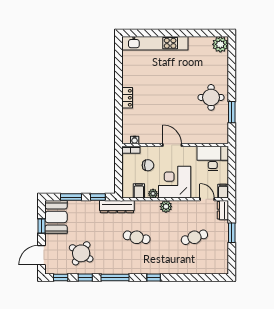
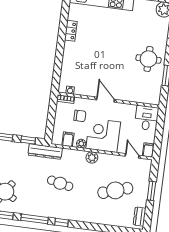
locker: (127, 98) -> (71, 31), moved
desk: (213, 158) -> (147, 118), width x0.73
dresser: (223, 210) -> (140, 217), moved
cafe table: (194, 237) -> (115, 190), width x1.37, depth x1.35
window: (154, 277) -> (61, 222), moved

